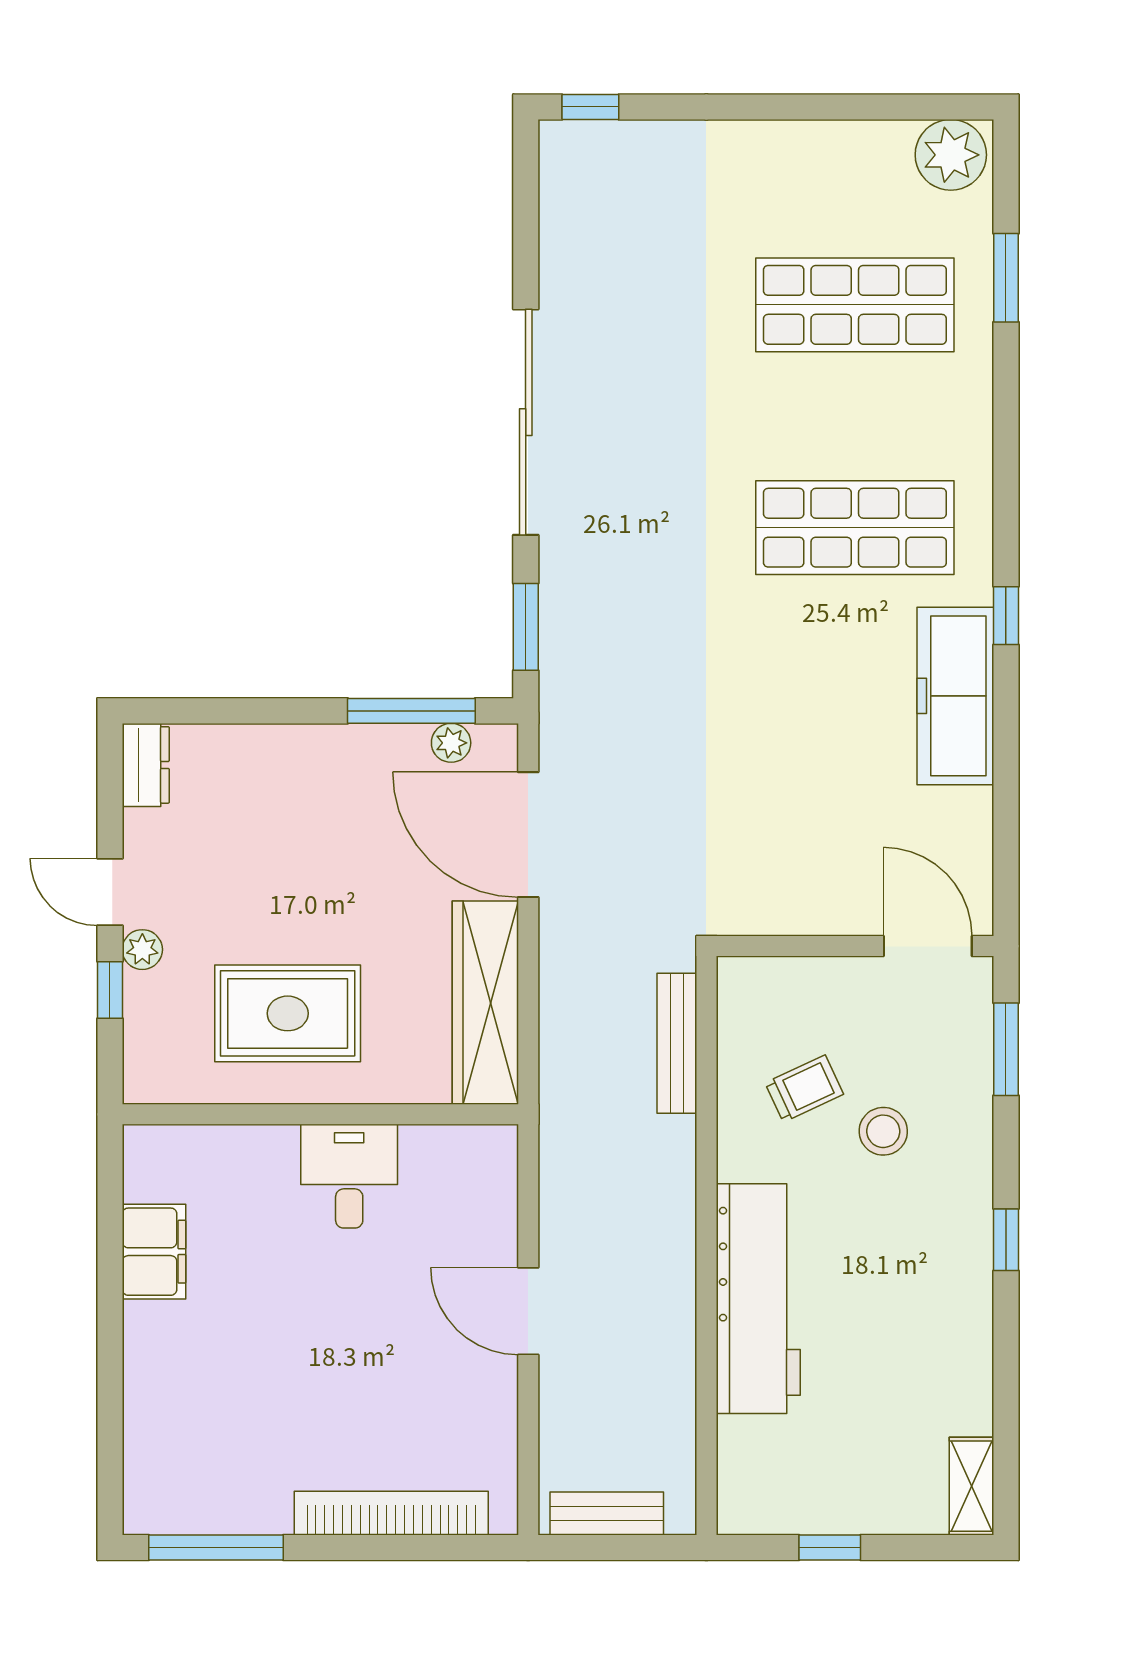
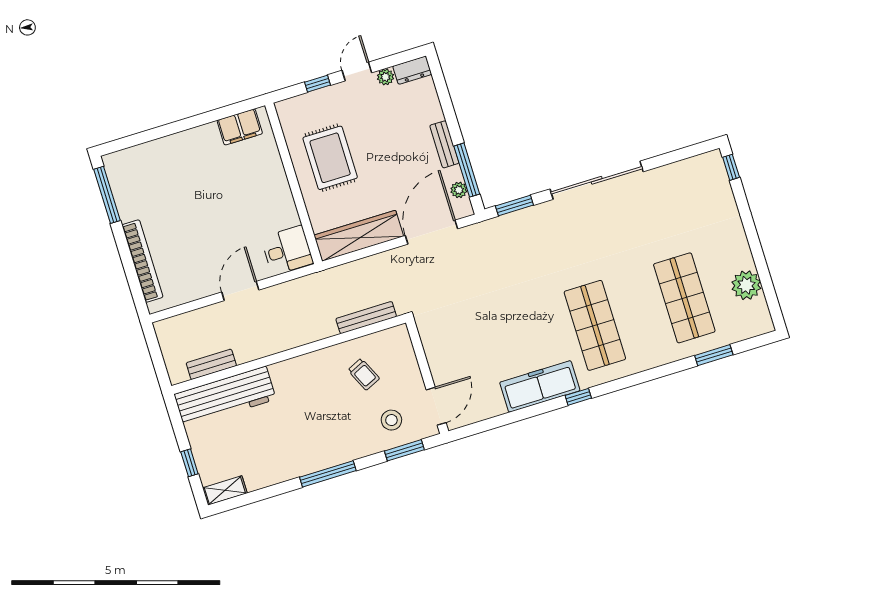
plant: (951, 155) -> (746, 285), moved
bench: (337, 744) -> (444, 144), added
plant: (142, 950) -> (385, 77), moved
stool: (883, 1131) -> (391, 420), moved
desk: (349, 1176) -> (287, 250), moved
window: (1006, 1240) -> (328, 474), width x2.17
filing cabinet: (154, 1252) -> (240, 127), moved
workbench: (758, 1299) -> (225, 397), moved
bench: (607, 1514) -> (211, 364), moved, turned 90
window: (830, 1548) -> (189, 463), moved

